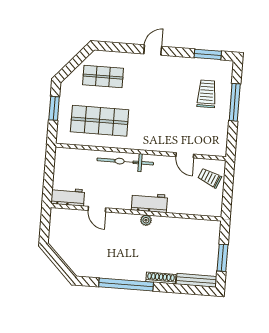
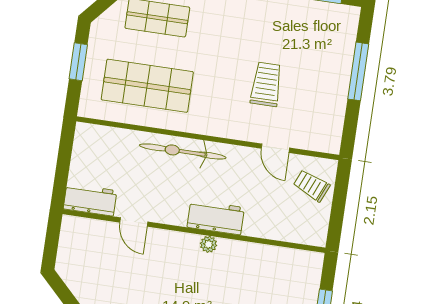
trolley: (207, 94) -> (266, 84), moved

